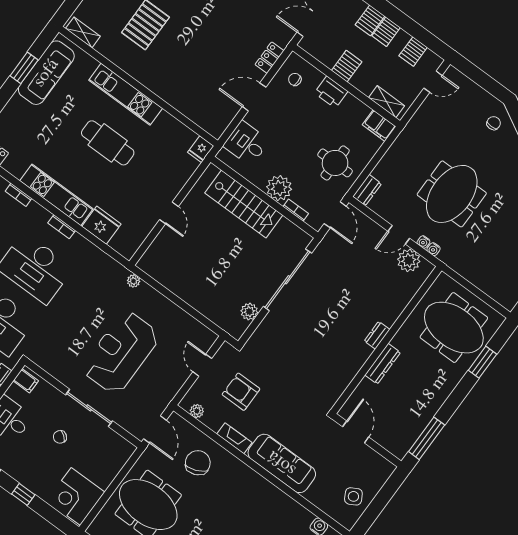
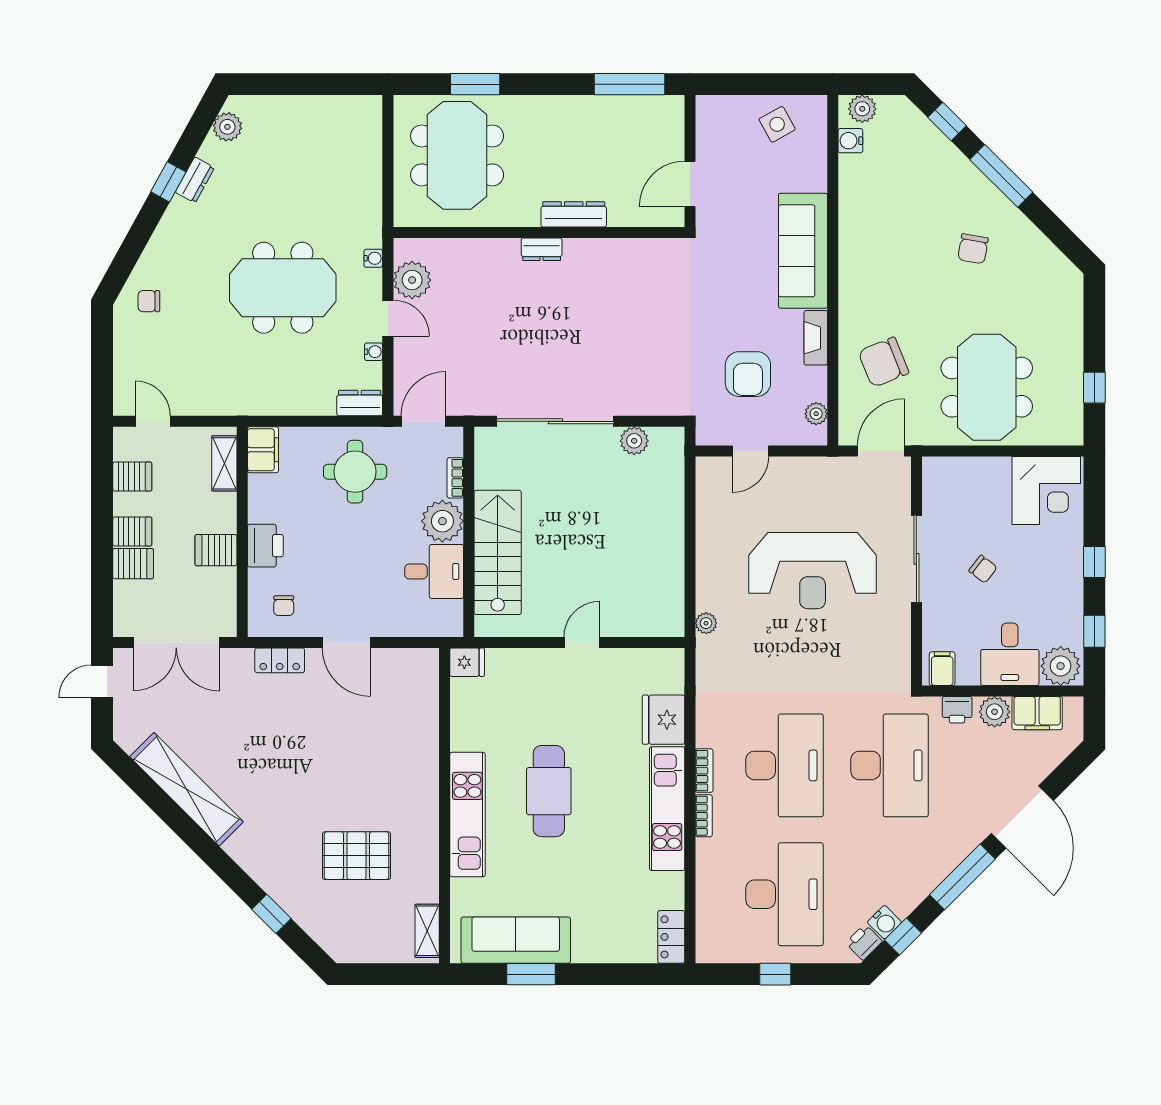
desk: (246, 143) -> (434, 571), moved, turned -90
bookcase: (18, 195) -> (704, 816), moved
water cooler: (423, 242) -> (374, 352), moved

